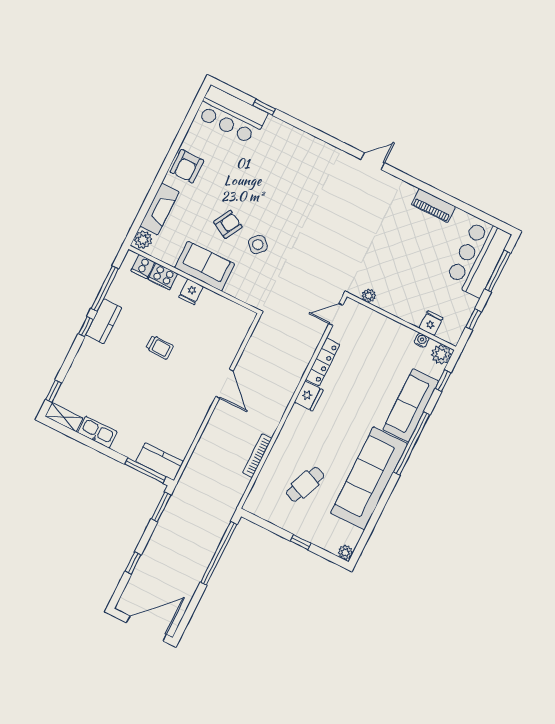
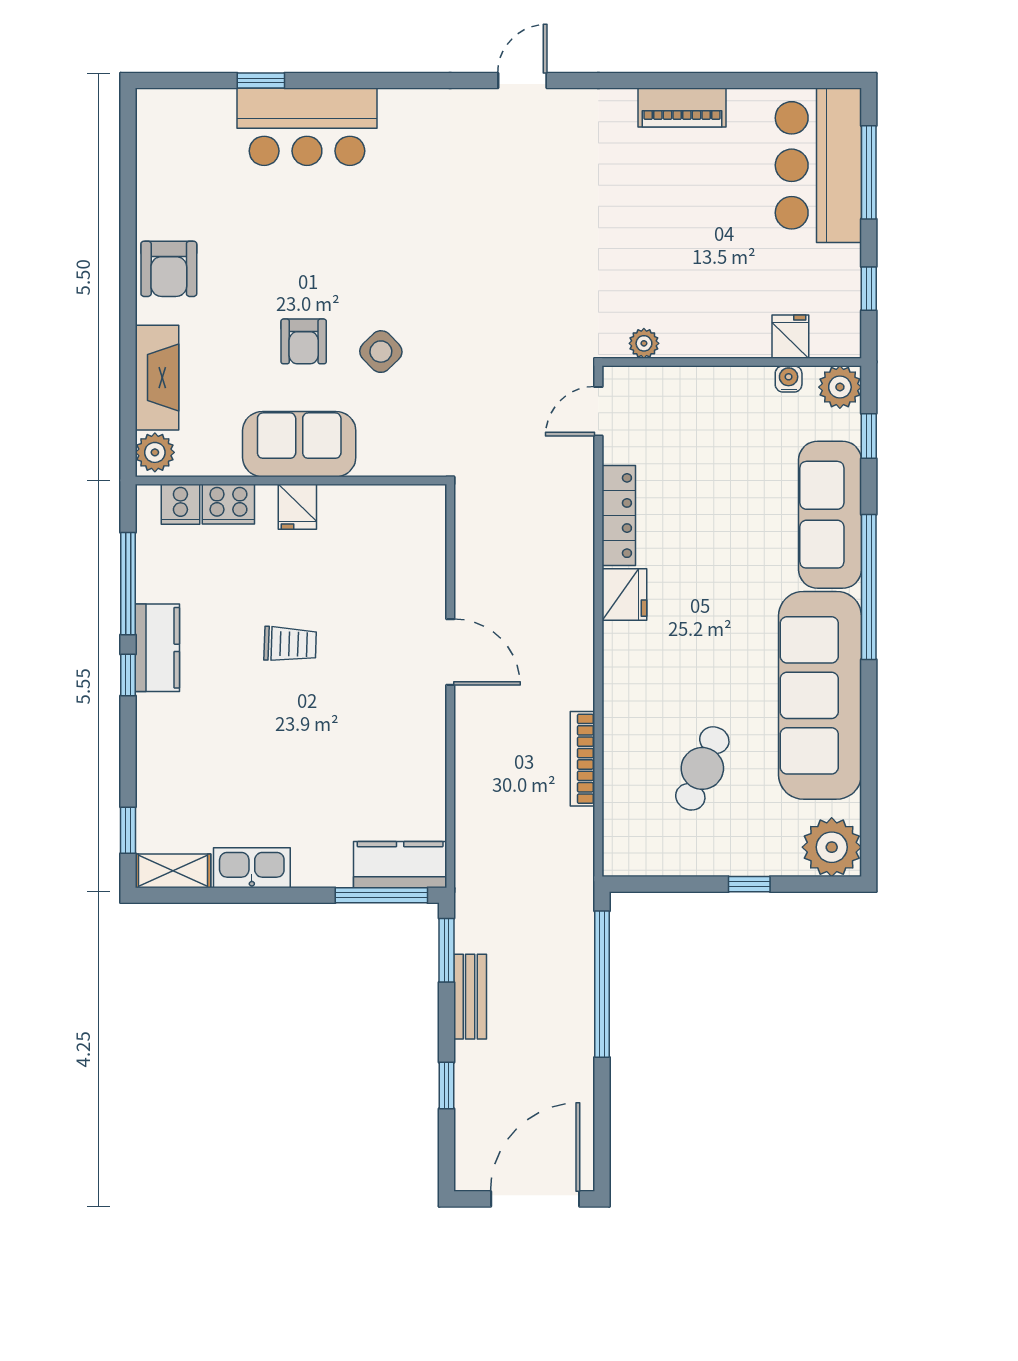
bar counter: (232, 115) -> (307, 127), moved
armchair: (228, 224) -> (304, 341), turned 151
bench: (161, 531) -> (470, 997), added
plant: (345, 552) -> (832, 847), width x1.88, depth x1.88

